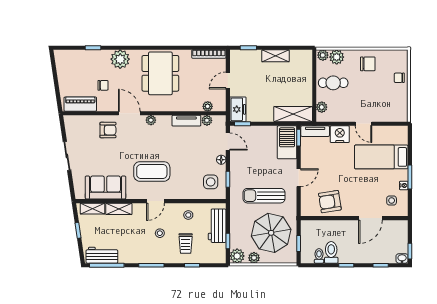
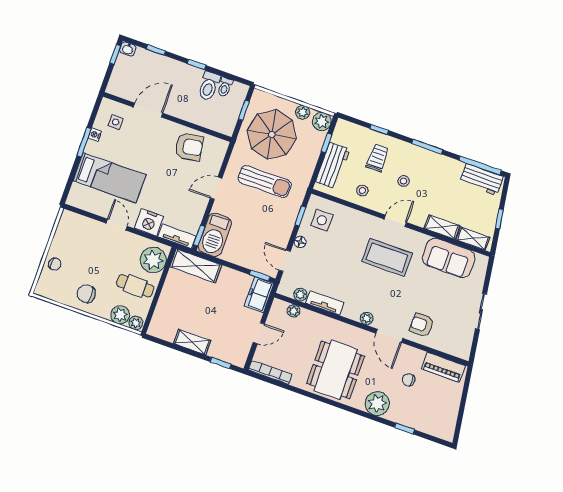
plant: (322, 107) -> (153, 260), width x1.88, depth x1.88

